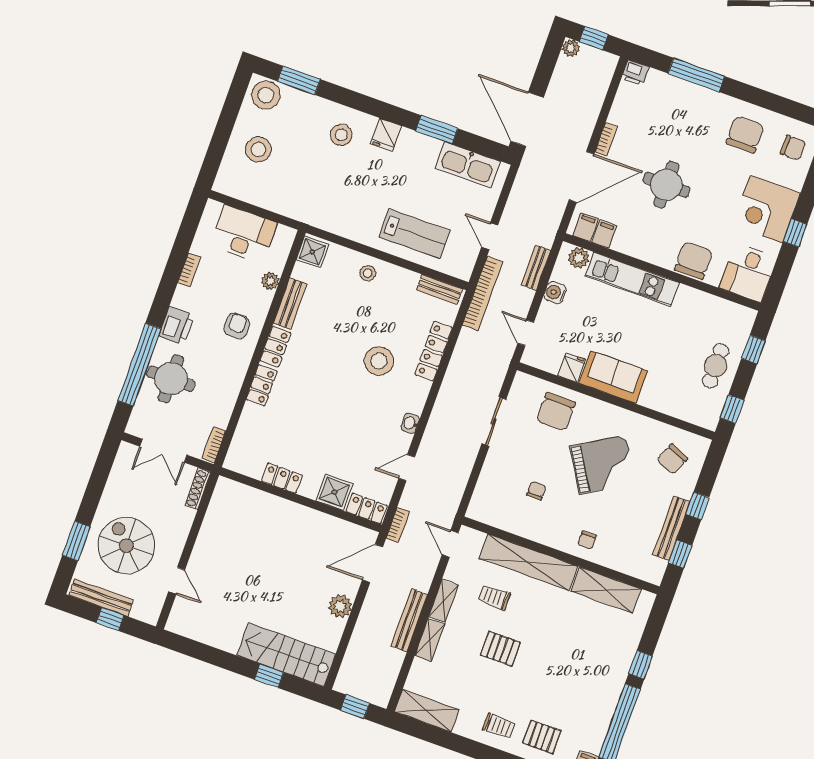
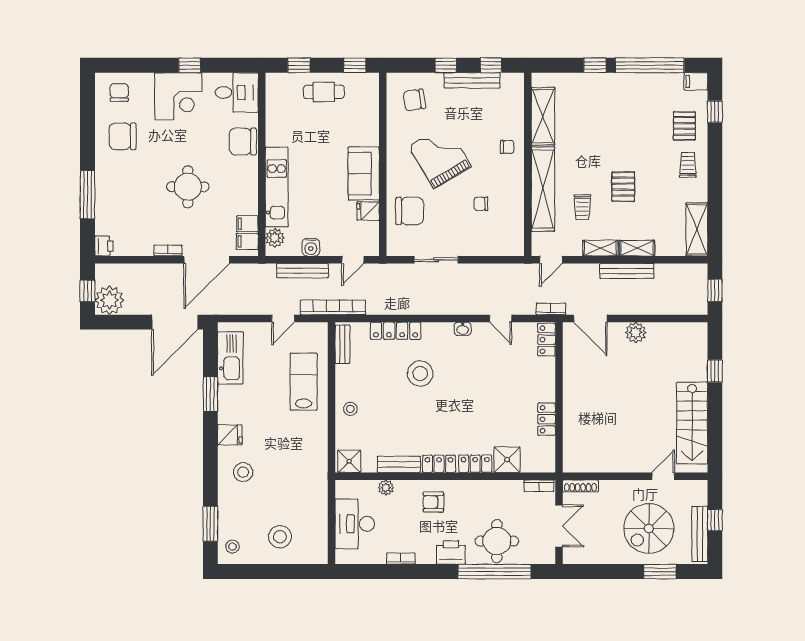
plant: (571, 48) -> (109, 300), width x1.87, depth x1.87
stool: (266, 95) -> (232, 547), width x0.53, depth x0.53
door: (581, 177) -> (207, 260), swing flipped
bench: (536, 268) -> (302, 271), width x1.36
chair: (672, 459) -> (414, 100), turned 148
shower: (334, 492) -> (507, 460), moved
stairs: (286, 655) -> (692, 423), moved

